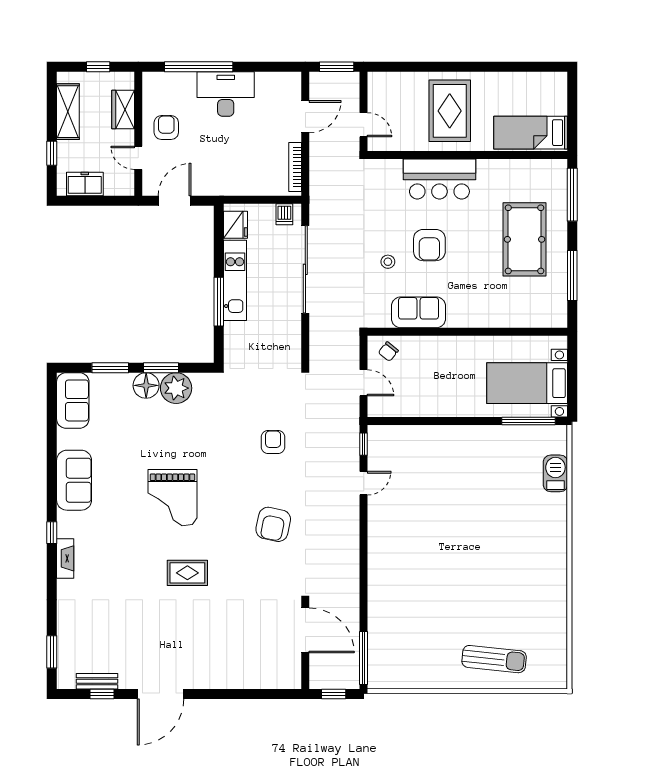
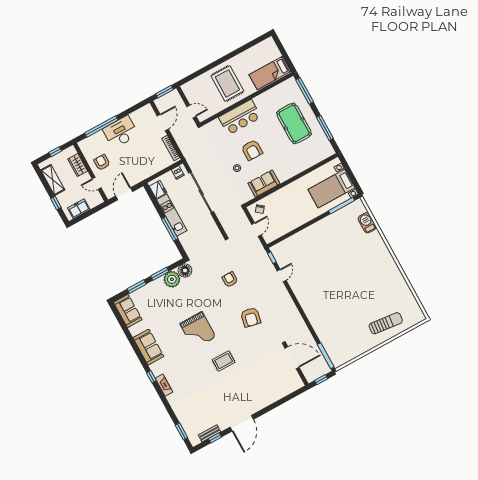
door: (364, 383) -> (256, 230), hinge flipped
floor lamp: (146, 385) -> (185, 270), moved

